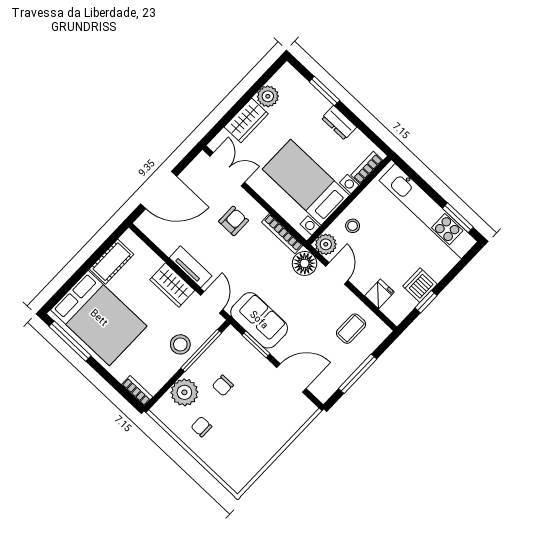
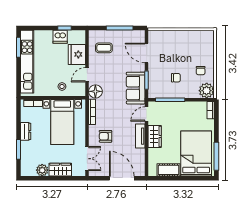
double door: (227, 169) -> (87, 159), swing flipped
plant: (326, 244) -> (80, 90), removed
fridge: (379, 294) -> (77, 54), width x1.88, depth x1.34
stool: (180, 344) -> (176, 111), removed
plant: (184, 392) -> (207, 91), moved

